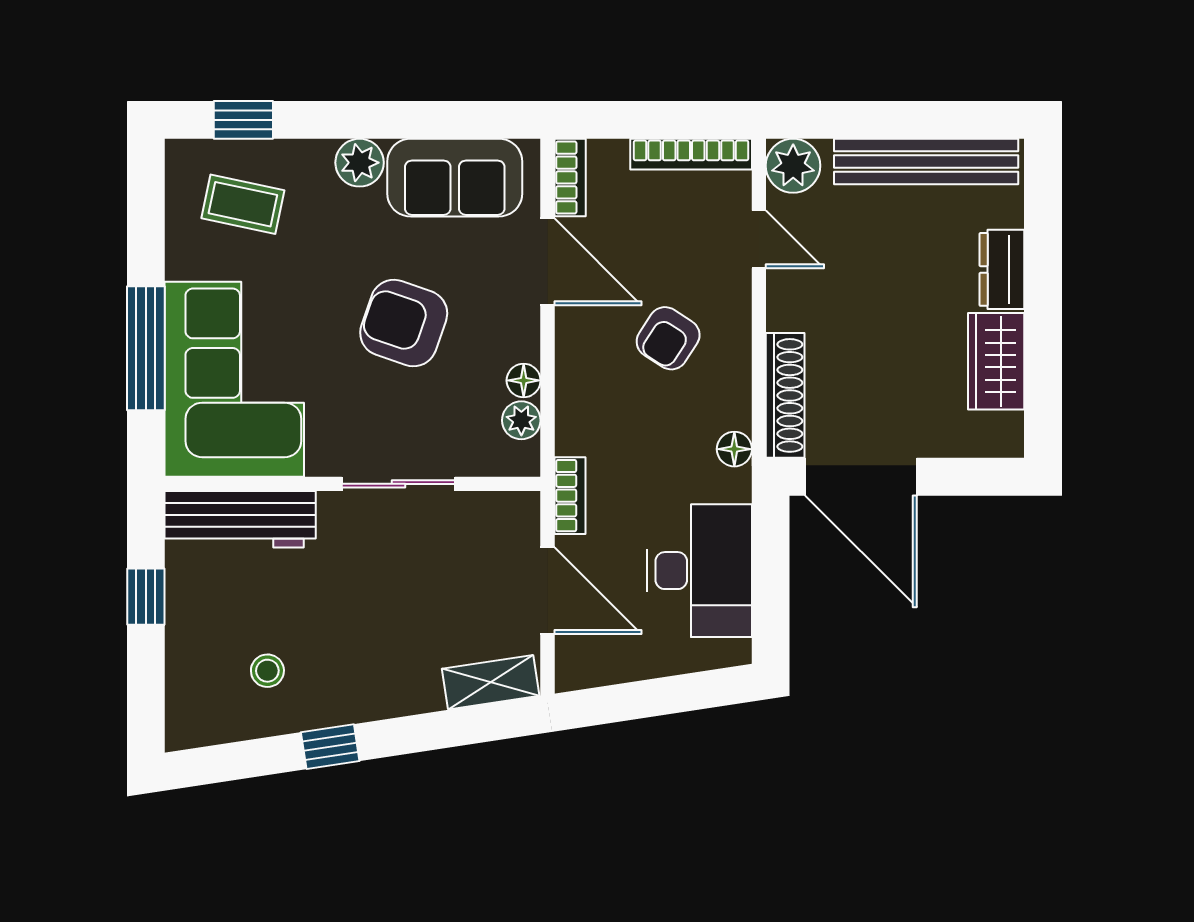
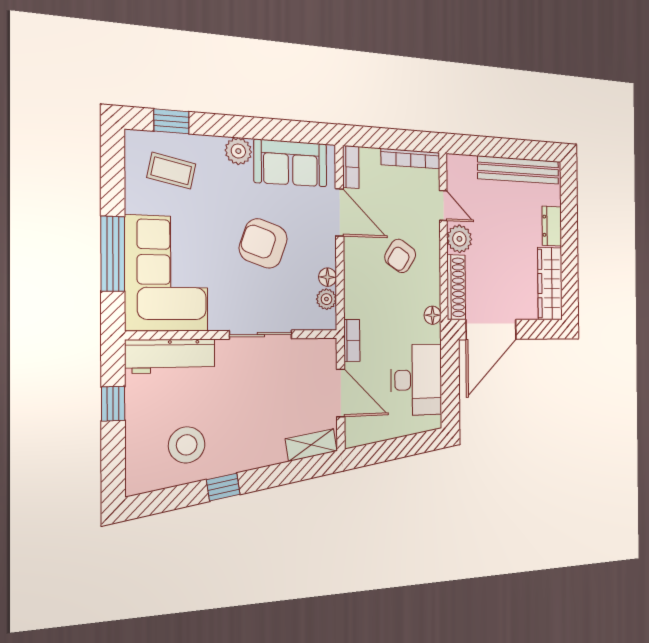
plant: (793, 166) -> (459, 239), moved
wardrobe: (996, 361) -> (550, 284), width x1.50
door: (861, 477) -> (491, 330), hinge flipped
stool: (267, 671) -> (187, 445), width x1.89, depth x1.89

